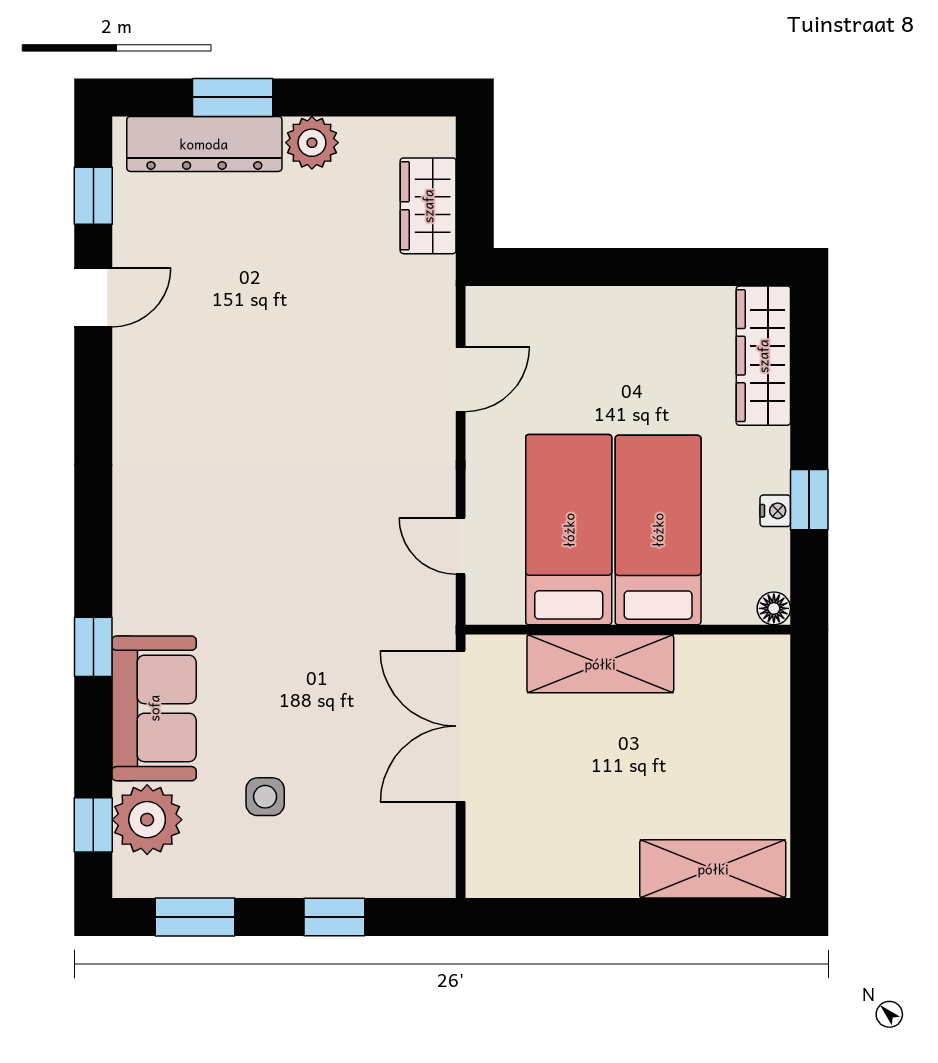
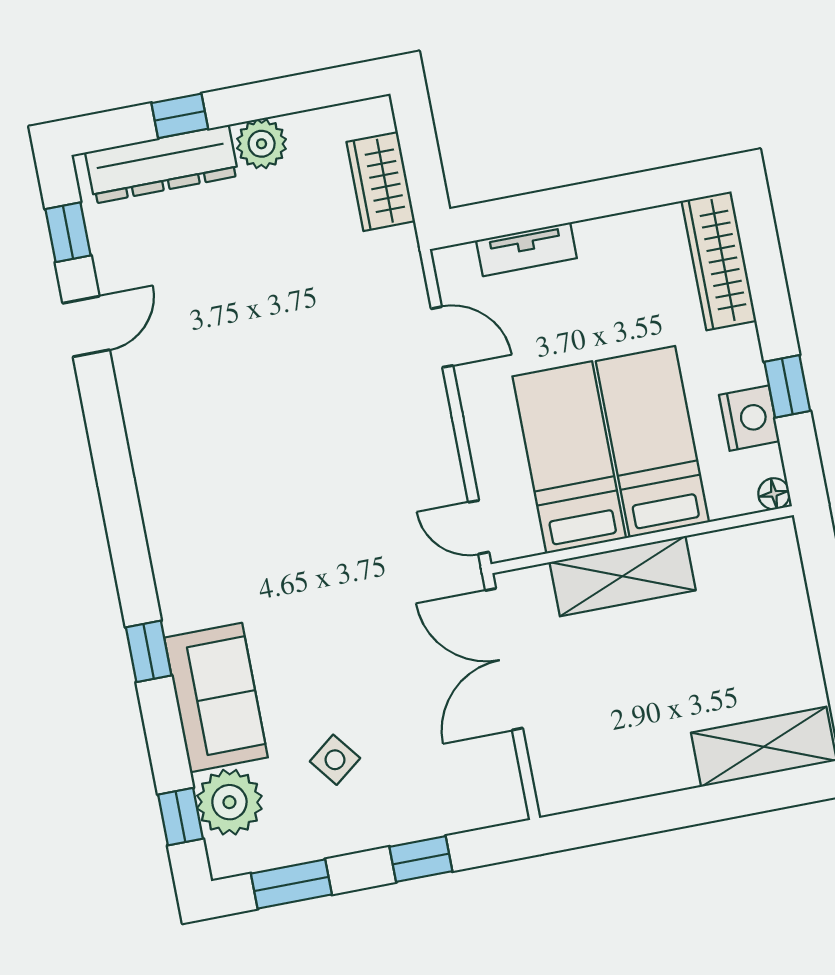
window: (233, 97) -> (180, 116), width x0.67
tv unit: (566, 305) -> (526, 249), added
door: (461, 379) -> (442, 337), hinge flipped
nightstand: (775, 511) -> (749, 418), width x1.89, depth x1.79
door: (461, 546) -> (479, 527), moved
side table: (265, 797) -> (335, 760), turned -38

